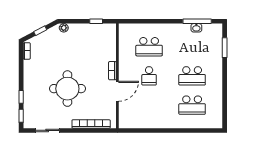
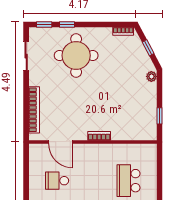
school desk: (149, 76) -> (57, 181), moved
round table: (67, 89) -> (76, 55), moved
door: (117, 91) -> (61, 142), moved

